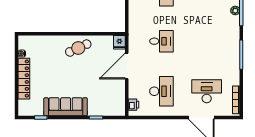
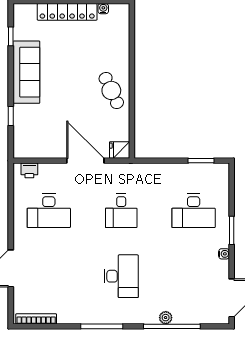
desk: (207, 91) -> (121, 276), moved

